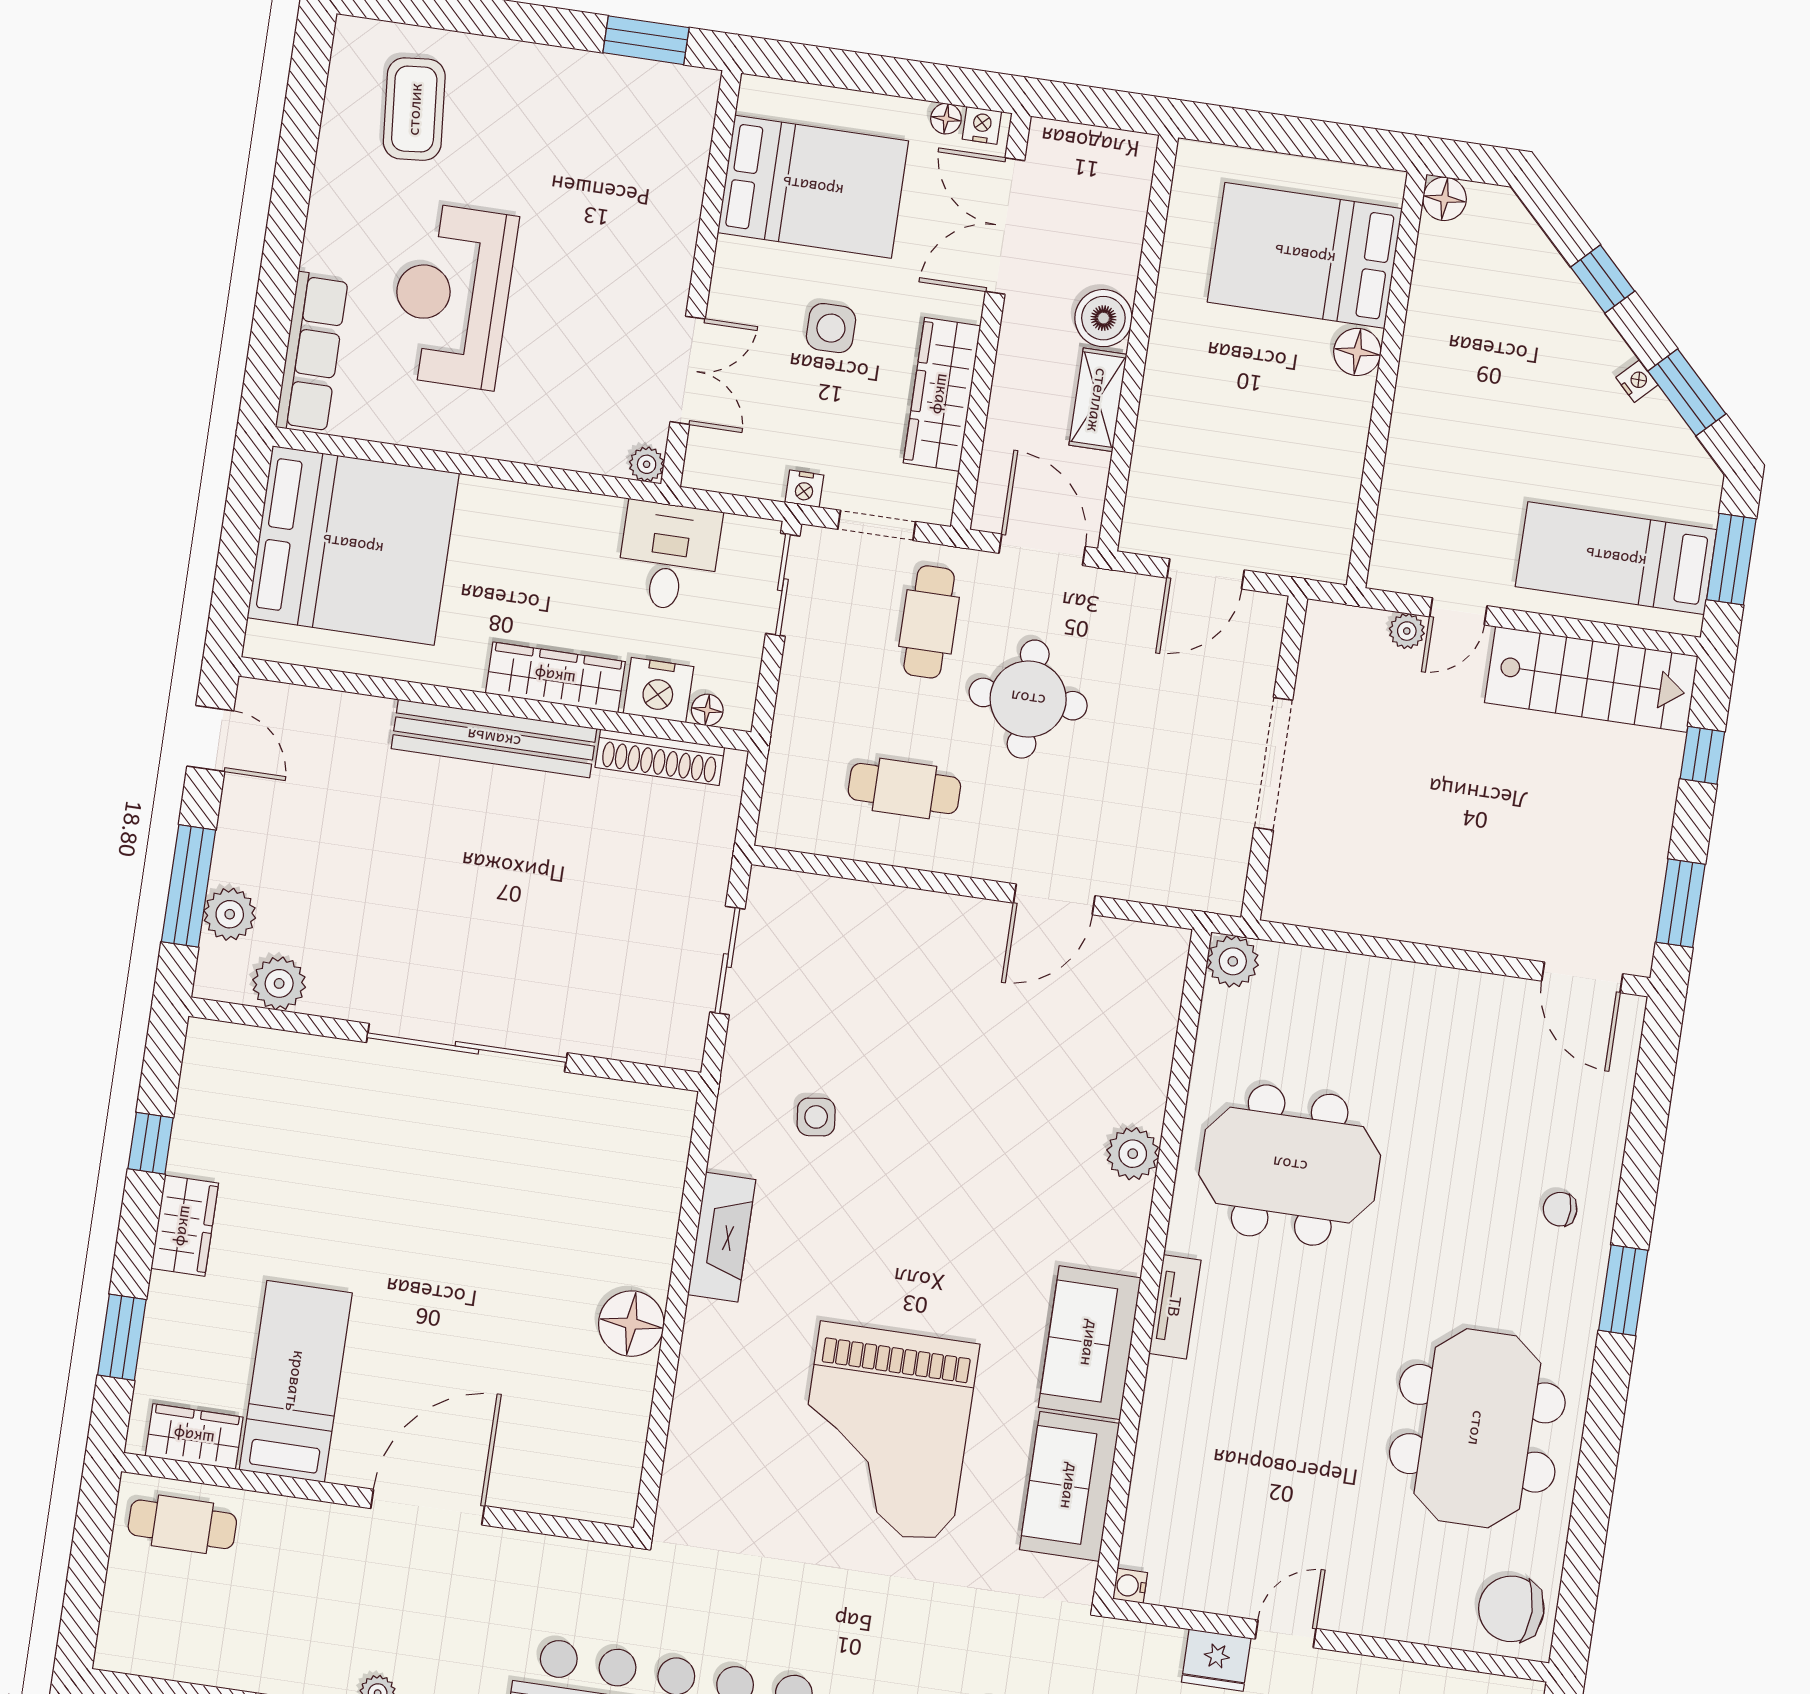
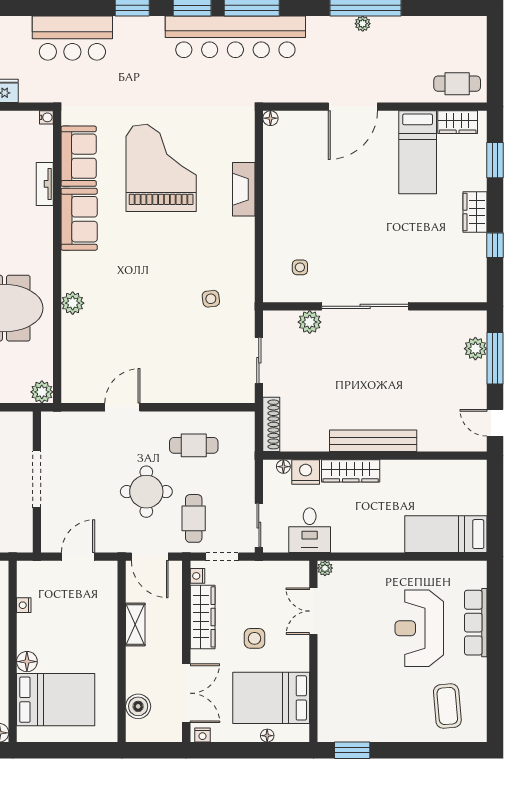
floor lamp: (946, 119) -> (267, 736), moved
reception desk: (452, 296) -> (419, 628), turned 180
boiler: (1103, 318) -> (138, 706), moved
row of seats: (312, 353) -> (476, 623), moved
nightstand: (1346, 481) -> (24, 605), added
nightstand: (804, 489) -> (197, 576), moved, turned -90
bed: (353, 545) -> (446, 534), width x0.49
shoe rack: (660, 757) -> (271, 424), moved, turned 90
plant: (279, 983) -> (310, 322), moved
side table: (603, 1159) -> (300, 267), added
fireplace: (722, 1237) -> (244, 189), moved
tv unit: (1175, 1307) -> (45, 184), moved
floor lamp: (631, 1324) -> (270, 118), moved, width x0.53, depth x0.53

